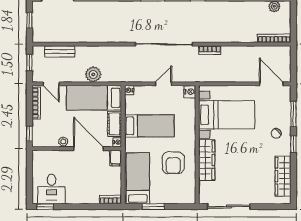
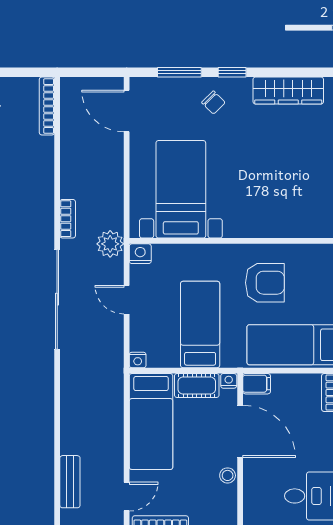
plant: (93, 74) -> (110, 244), moved
door: (271, 84) -> (127, 111), hinge flipped
door: (88, 149) -> (240, 431), swing flipped
wardrobe: (207, 160) -> (260, 224), removed

